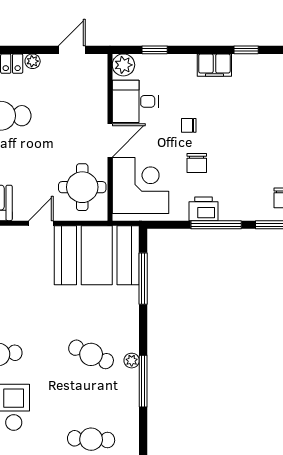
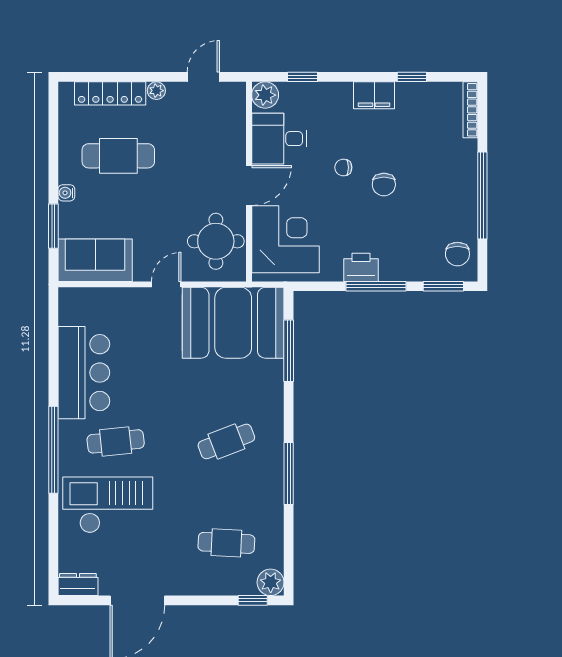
chair: (197, 163) -> (384, 184), moved
cafe table: (91, 354) -> (226, 441), turned -45
plant: (132, 361) -> (275, 449), removed

